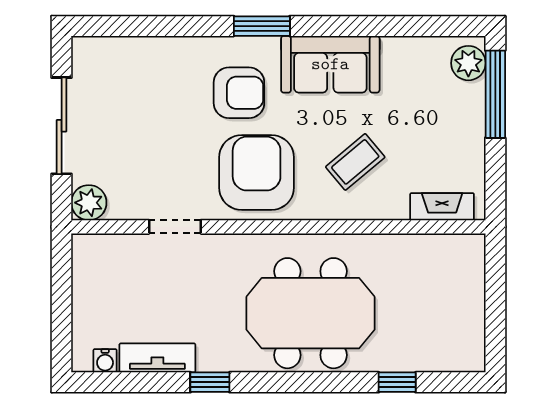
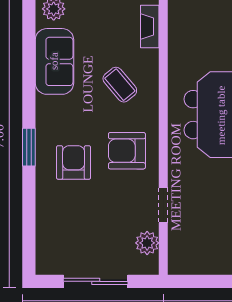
sofa: (330, 64) -> (54, 61), moved
armchair: (257, 172) -> (127, 151), width x0.73, depth x0.73
plant: (89, 203) -> (147, 243), moved

